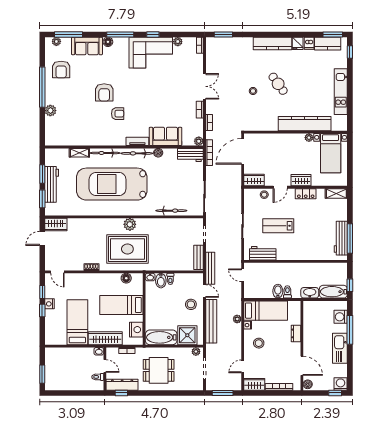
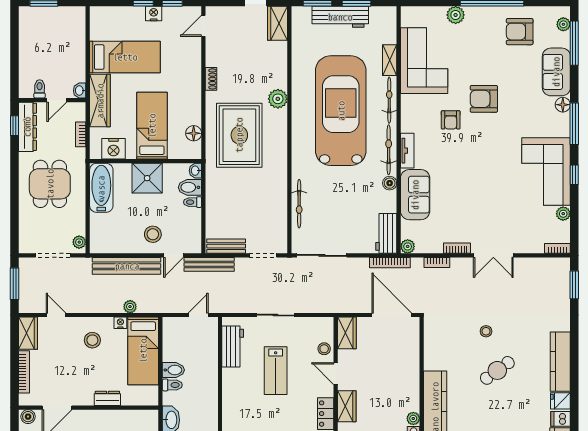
corner sofa: (80, 131) -> (424, 61), added
plant: (130, 224) -> (278, 99), moved
lab bench: (278, 226) -> (276, 371), turned 180
shower: (187, 335) -> (147, 178), moved

